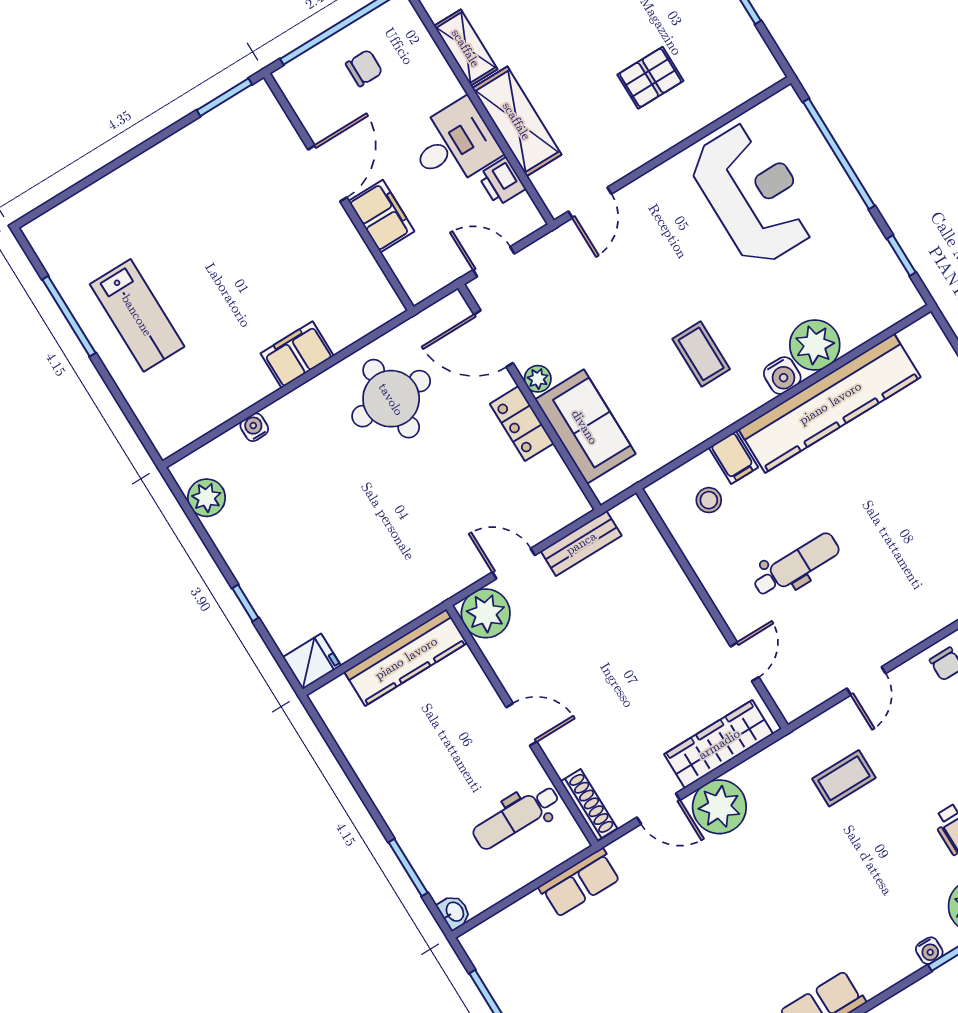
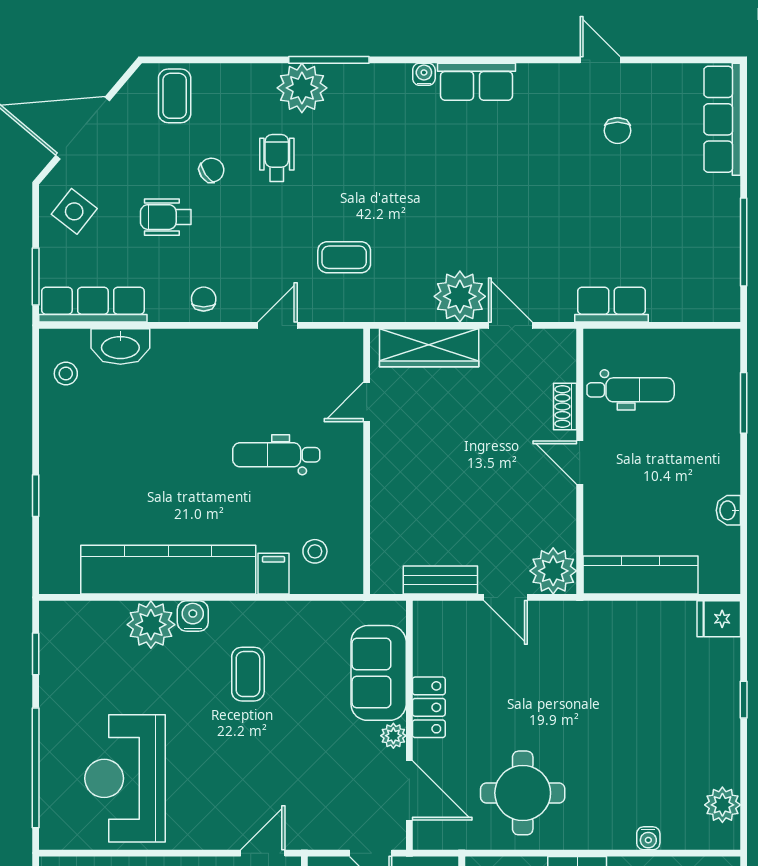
shoe rack: (589, 805) -> (565, 406), moved, width x0.70
washbasin: (454, 912) -> (728, 510), moved
water cooler: (929, 951) -> (424, 74), moved

